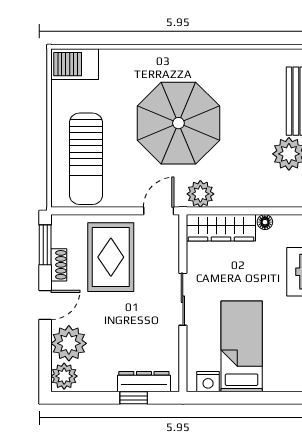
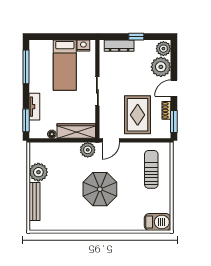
parasol: (178, 123) -> (100, 189), width x0.73, depth x0.73
sun lounger: (86, 159) -> (151, 169), width x0.73, depth x0.75
window: (134, 398) -> (136, 37), moved

